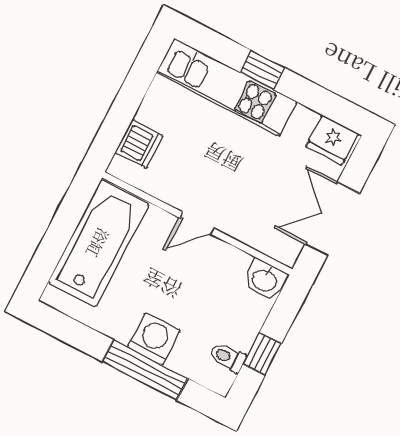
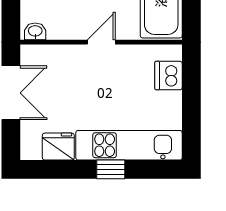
fridge: (332, 140) -> (58, 147), moved
washbasin: (265, 280) -> (35, 31), width x0.72, depth x0.69

